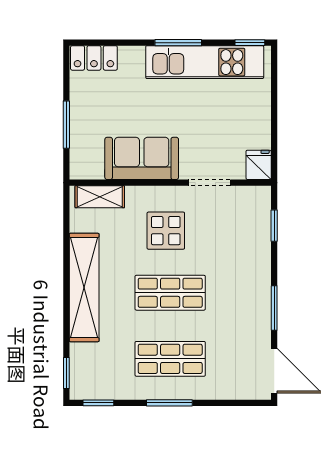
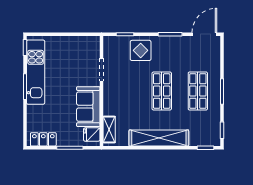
locker: (94, 58) -> (43, 139), moved, turned -90
fridge: (259, 165) -> (92, 135), moved
display table: (166, 231) -> (141, 50), moved

